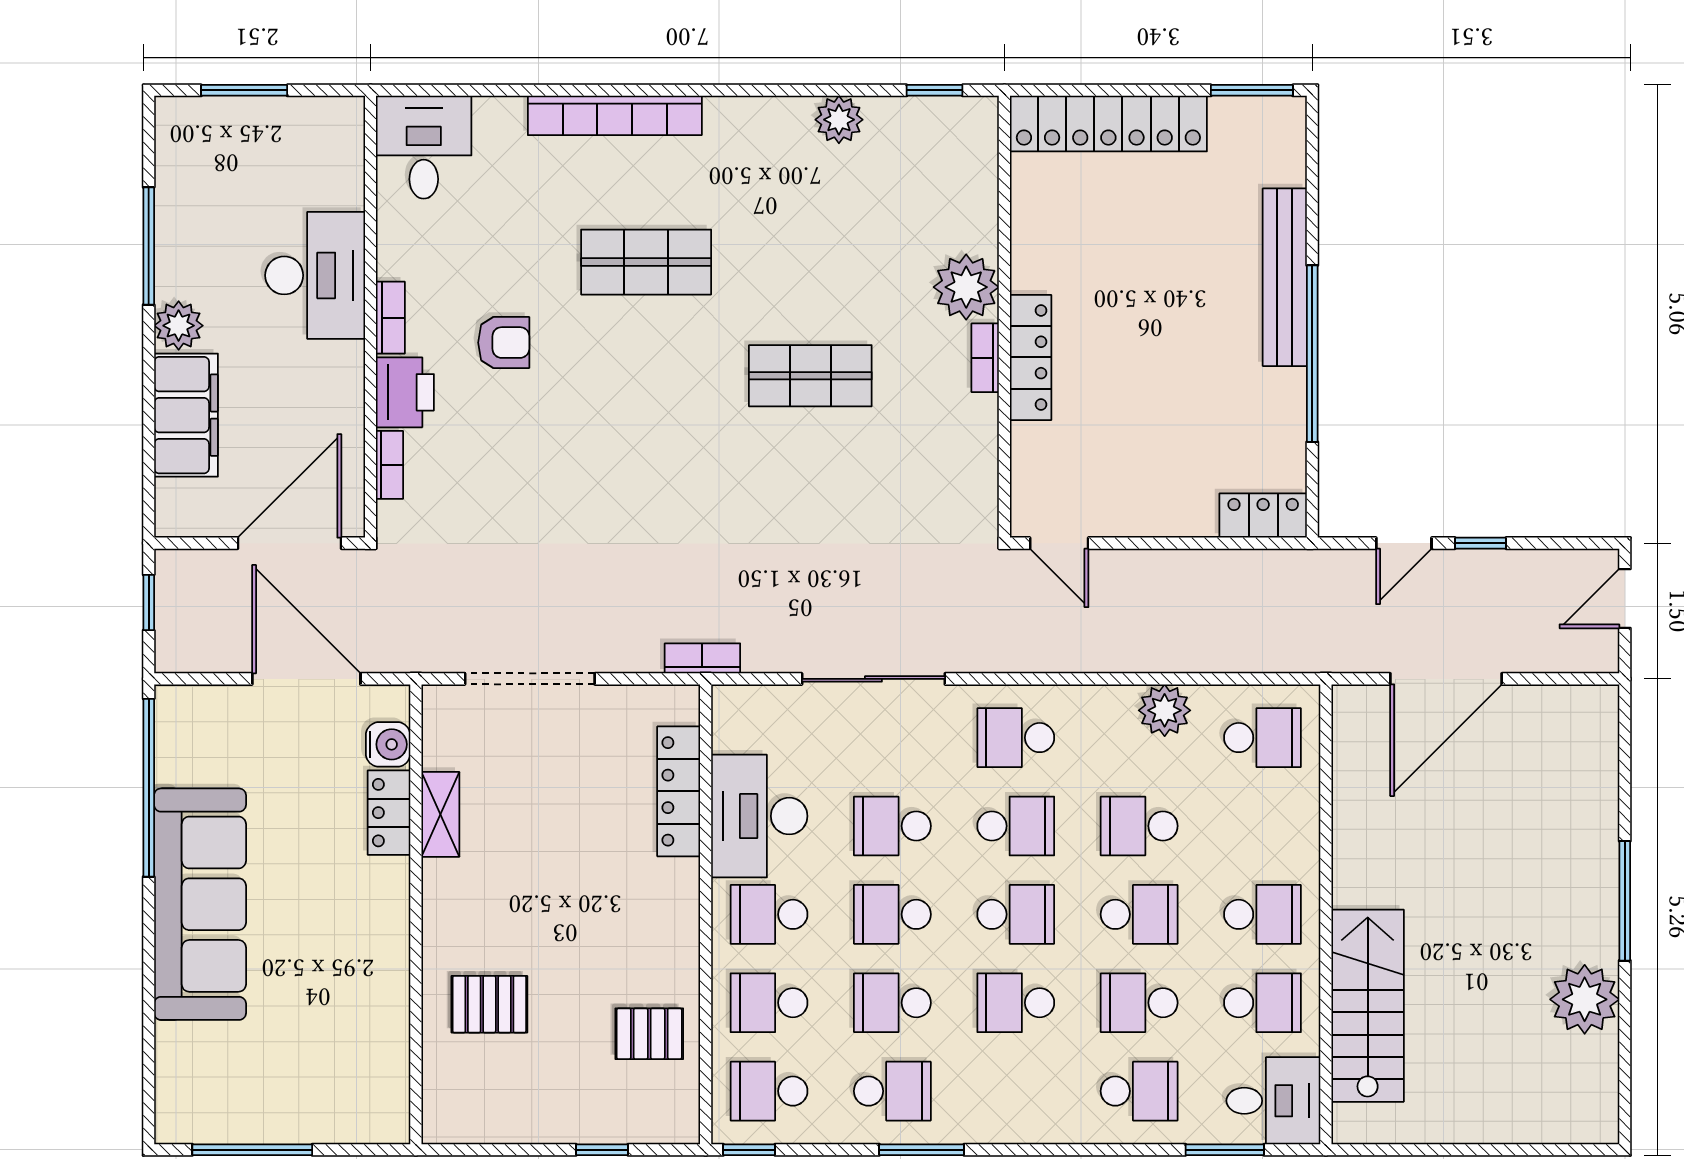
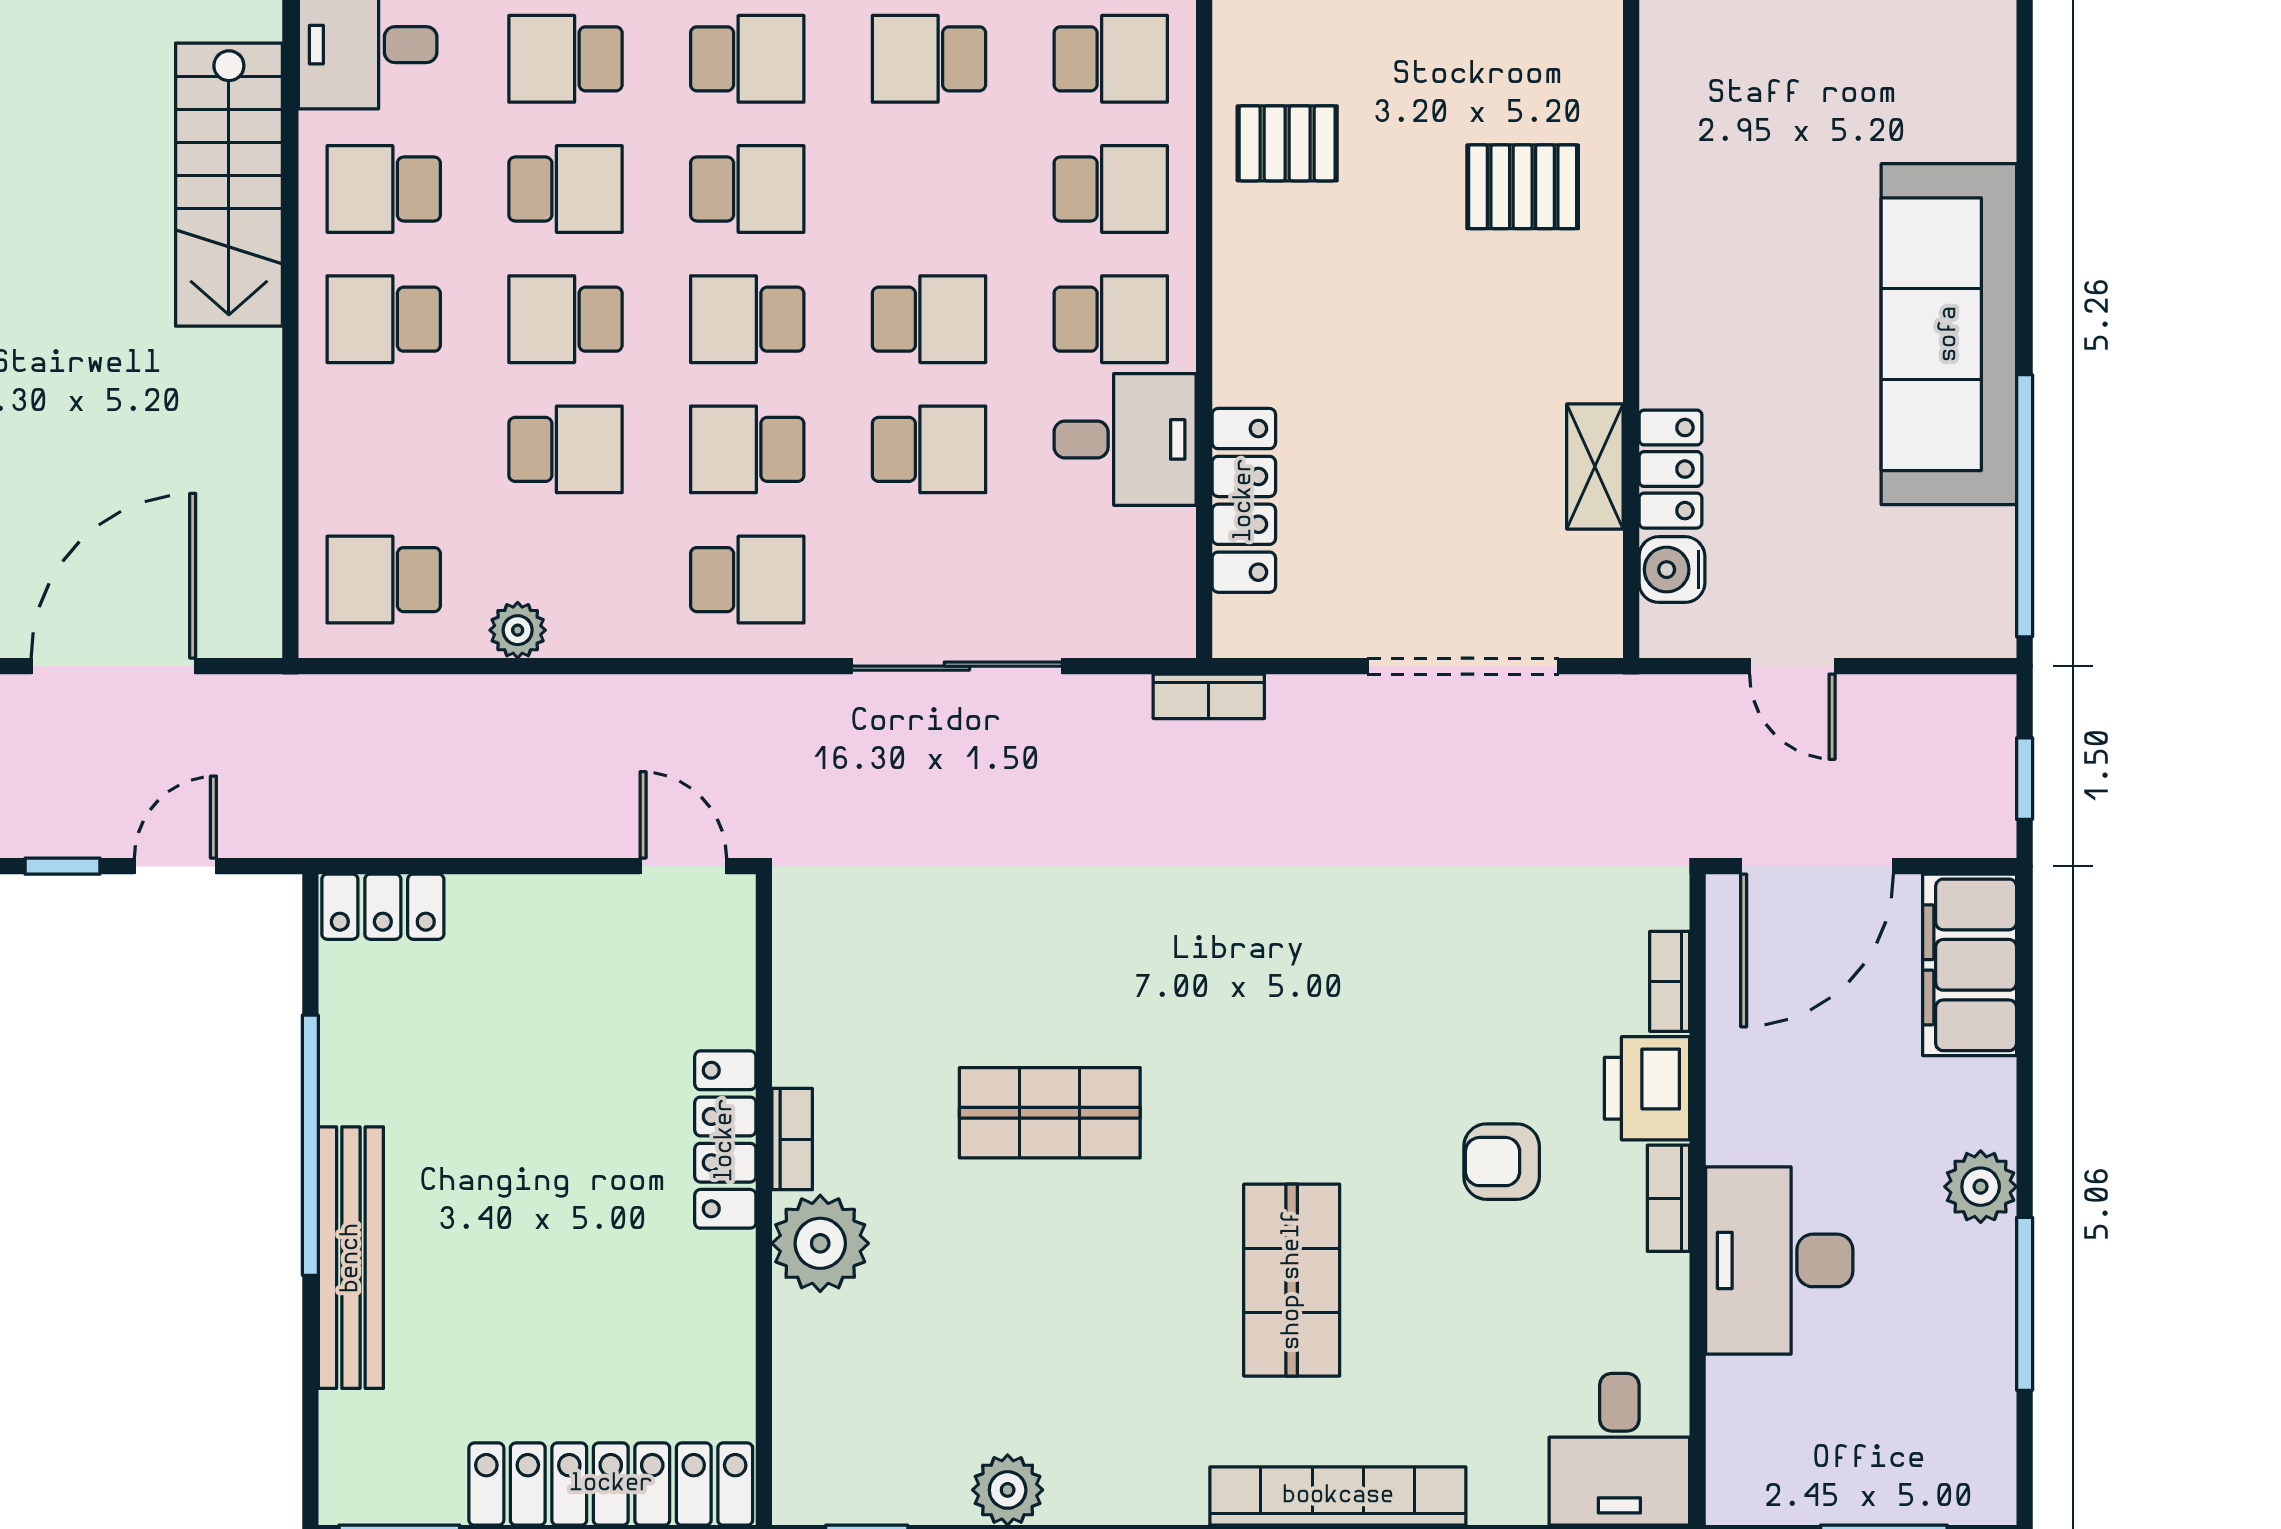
shop shelf: (646, 262) -> (1292, 1280), turned 90
filing cabinet: (186, 415) -> (1970, 965), moved
door: (306, 679) -> (1792, 666), width x0.53
plant: (1165, 710) -> (518, 630), width x0.73, depth x0.73
desk: (759, 816) -> (1125, 439), width x0.73
school desk: (892, 1003) -> (747, 59), moved

